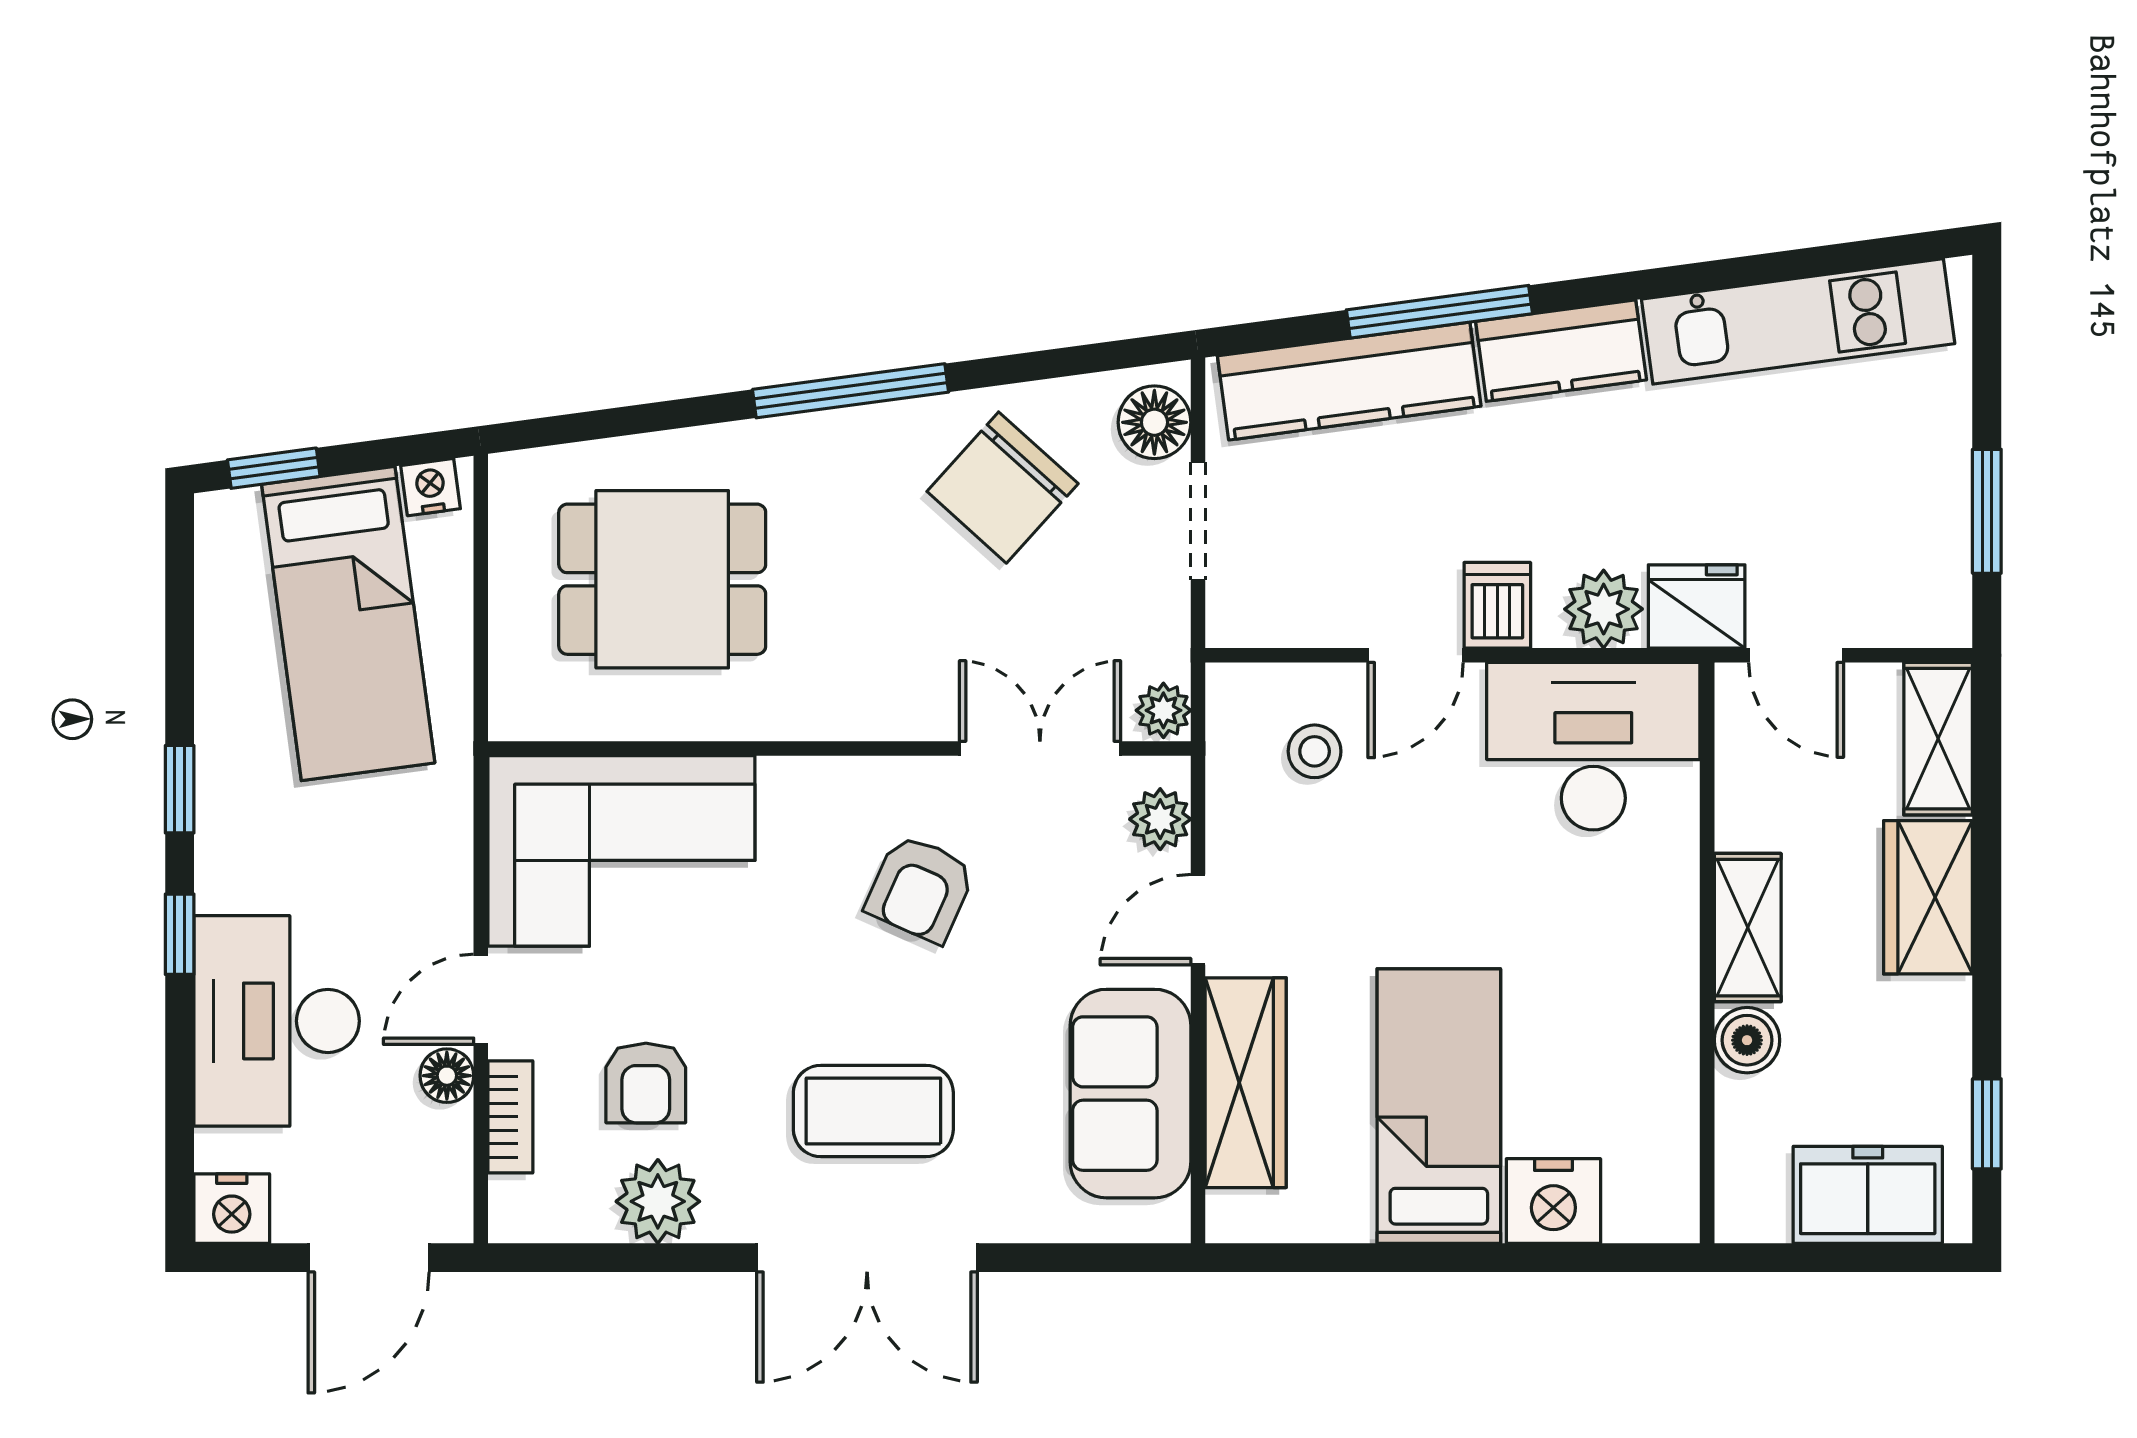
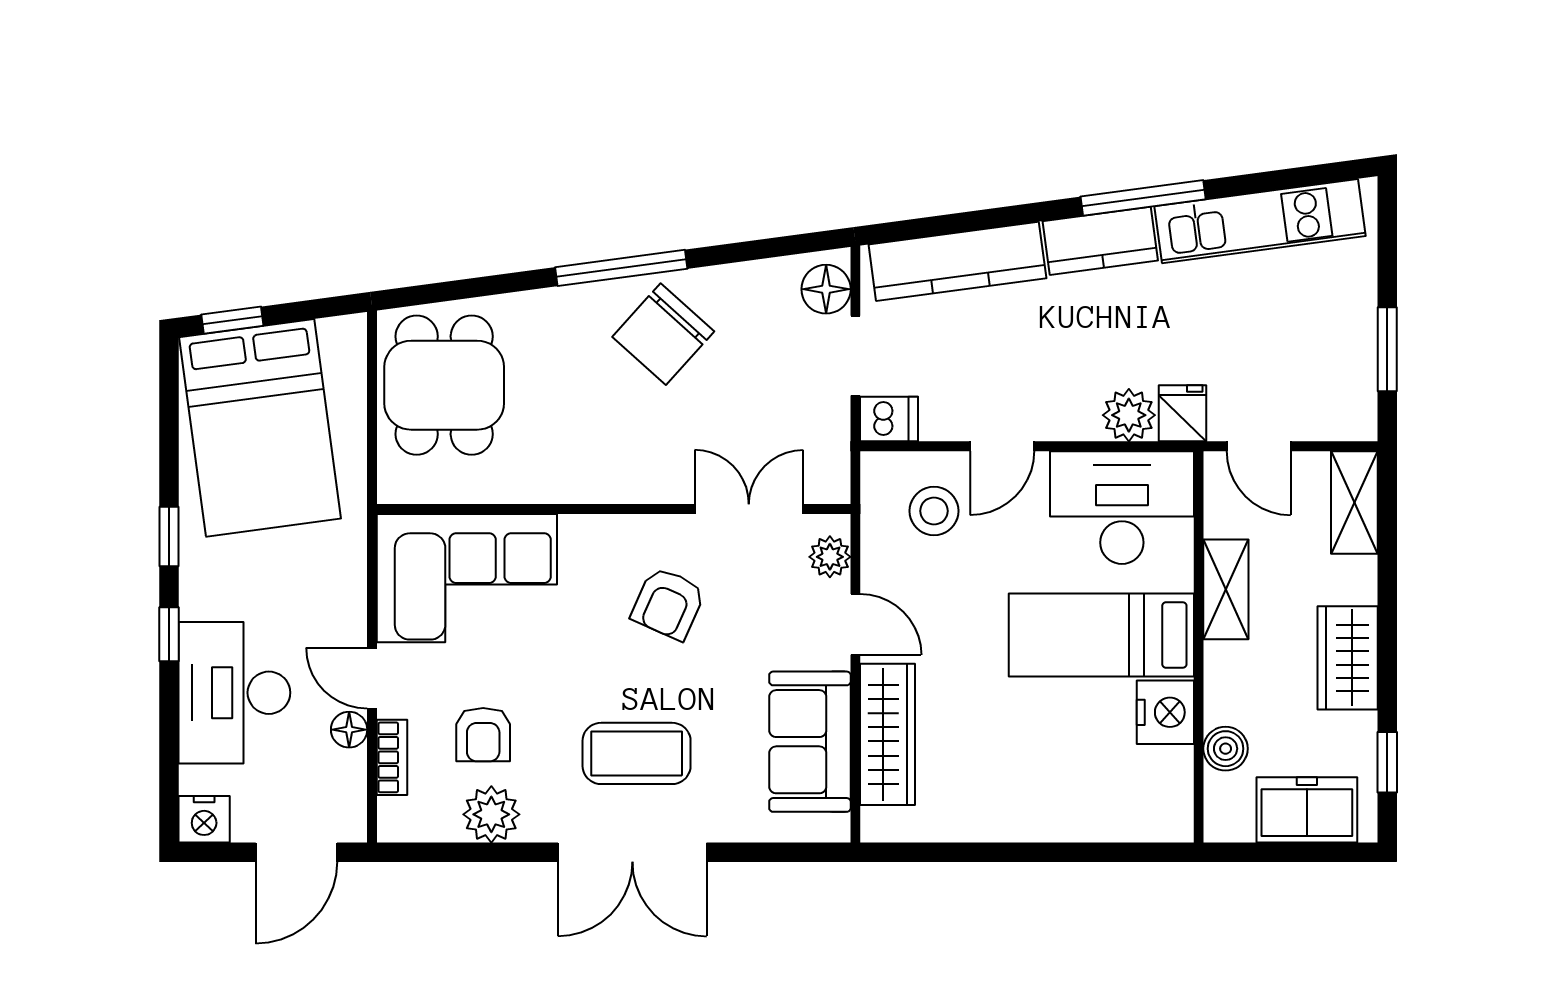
window: (1439, 312) -> (1143, 198), moved
nightstand: (431, 487) -> (338, 333), removed
chair: (1003, 488) -> (663, 334), moved
dining table: (662, 579) -> (444, 385), moved, turned 90
dishwasher: (1497, 605) -> (889, 419), moved, turned 90
fridge: (1697, 606) -> (1182, 413), width x0.72
bed: (348, 624) -> (260, 428), width x1.50
plant: (1163, 710) -> (832, 483), removed
stool: (1315, 751) -> (934, 511), width x1.37, depth x1.37
wardrobe: (1928, 897) -> (1348, 658), moved
door: (1198, 920) -> (855, 624), swing flipped
shelving: (1748, 928) -> (1226, 589), moved
door: (481, 999) -> (372, 678), hinge flipped
boiler: (1747, 1040) -> (1226, 749), moved
bed: (1439, 1106) -> (1101, 635), moved, turned -90
nightstand: (1553, 1201) -> (1165, 712), moved, turned -90

